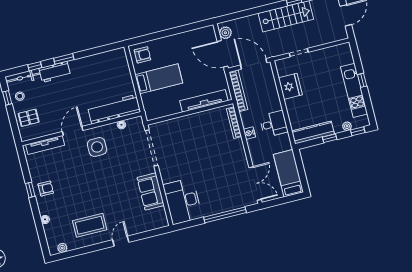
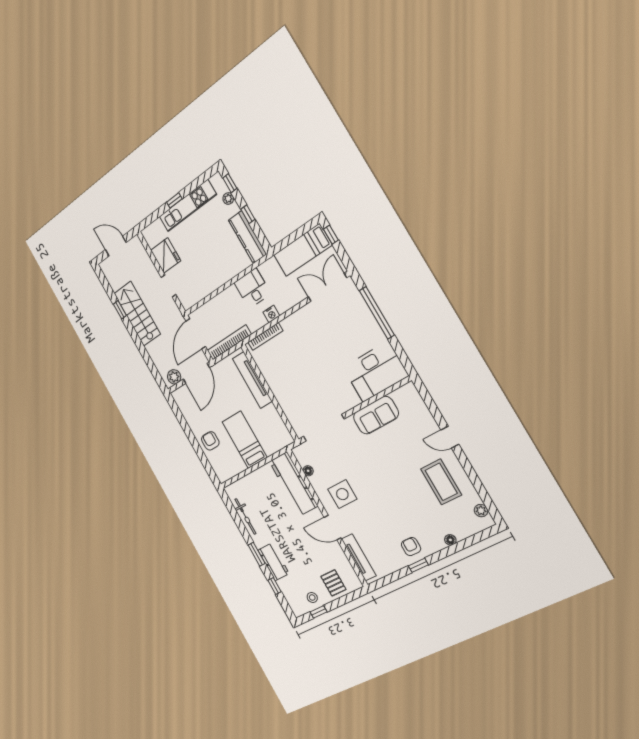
armchair: (143, 55) -> (210, 441), moved
bicycle: (23, 78) -> (245, 516), moved
fridge: (290, 86) -> (166, 255), moved, turned 90
window: (292, 198) -> (331, 235), added

